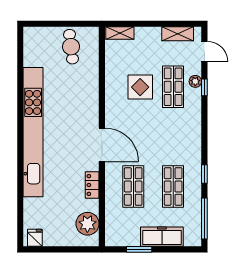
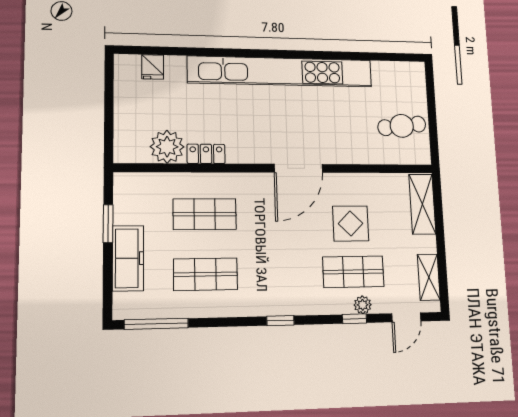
shelving: (120, 33) -> (422, 204), width x1.50, depth x1.33
door: (102, 145) -> (298, 168), moved
window: (204, 174) -> (280, 321), moved
plant: (87, 224) -> (167, 147), moved
fridge: (35, 238) -> (153, 67), moved, turned 90

